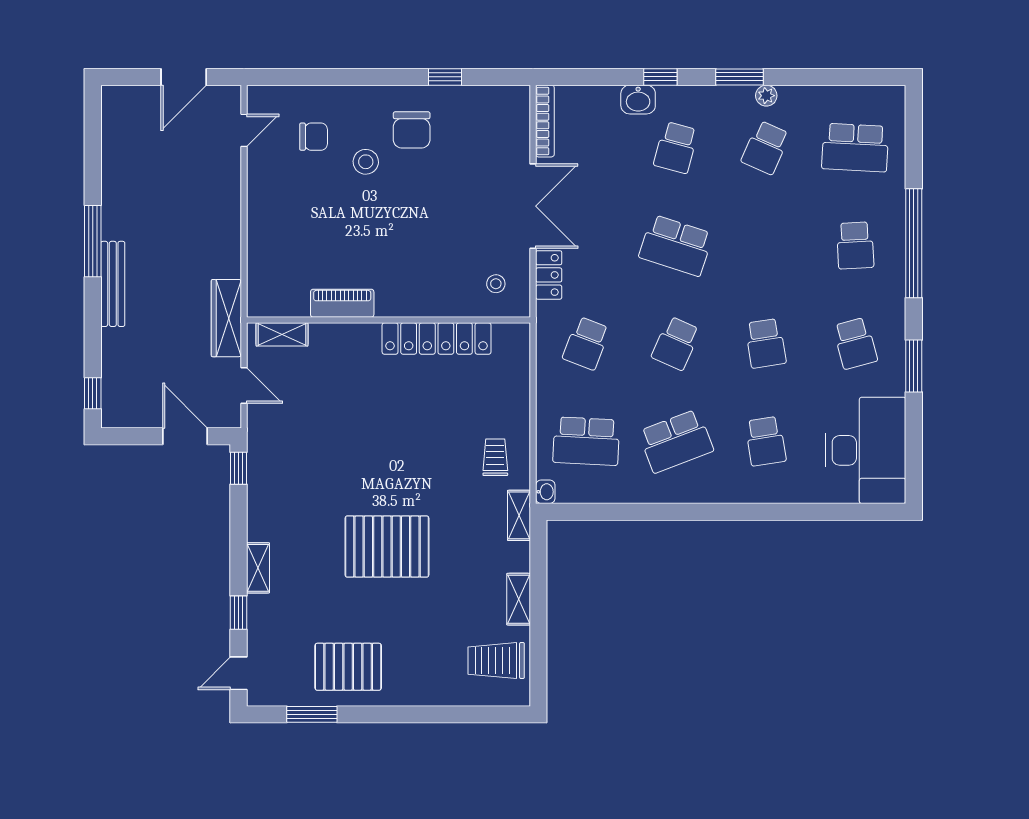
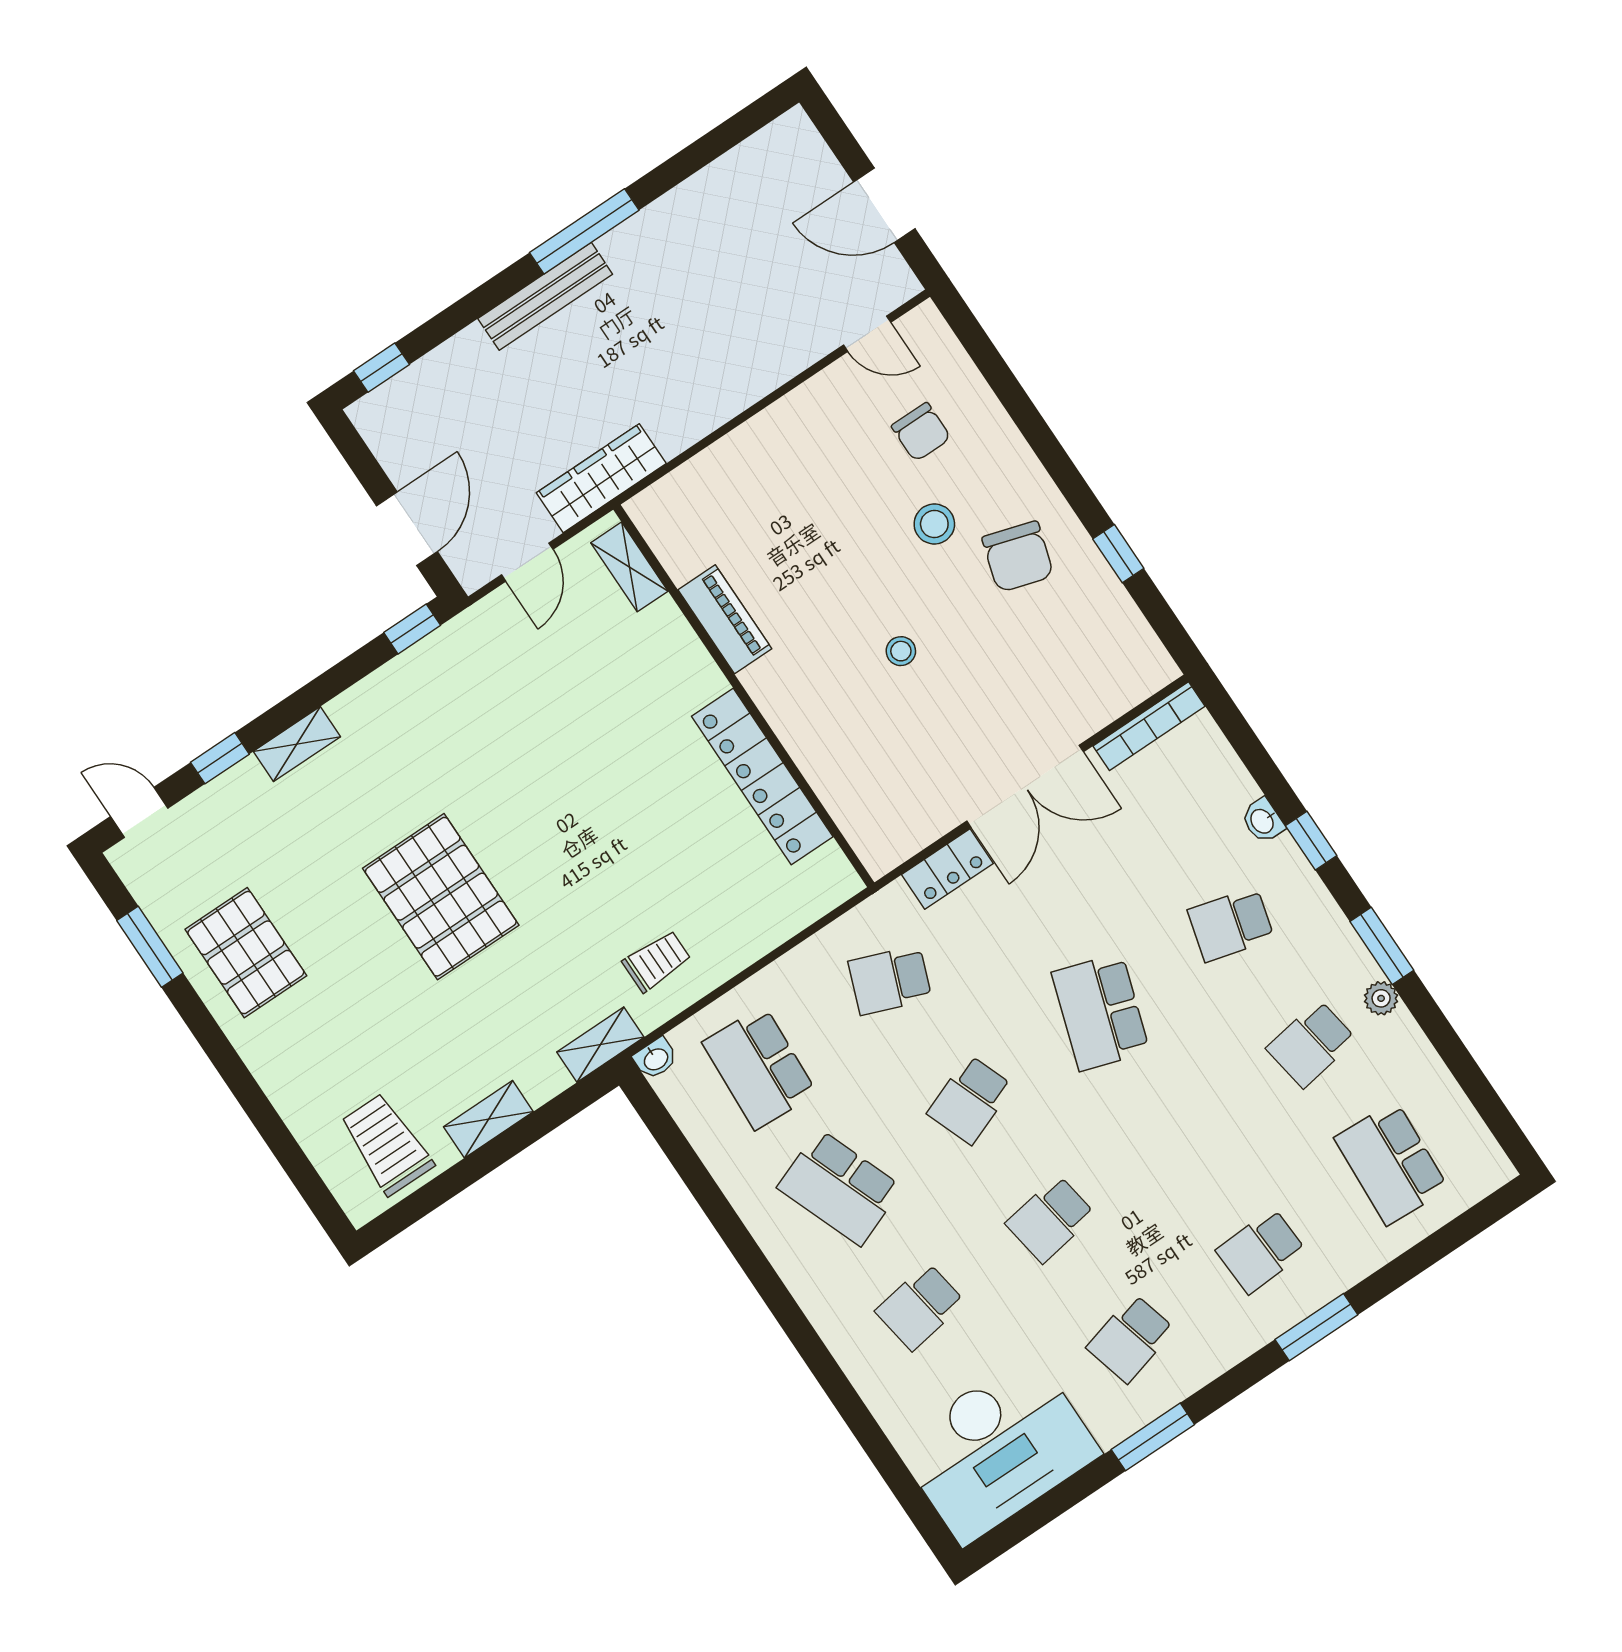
washbasin: (638, 100) -> (1263, 821), width x0.72, depth x0.69
chair: (412, 130) -> (1018, 557), turned -73
school desk: (766, 148) -> (1311, 1044), turned -33
window: (914, 243) -> (1316, 1327), width x0.47
stool: (496, 284) -> (901, 651), moved
school desk: (676, 343) -> (970, 1100), turned -45

